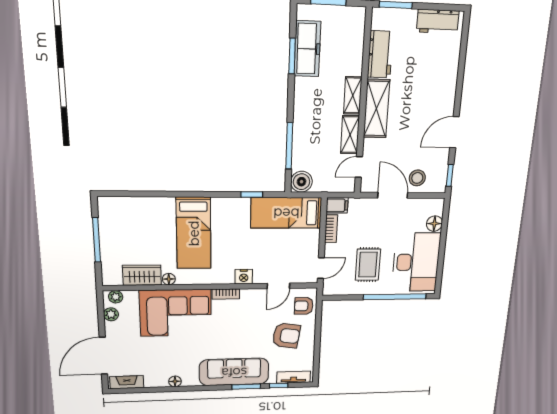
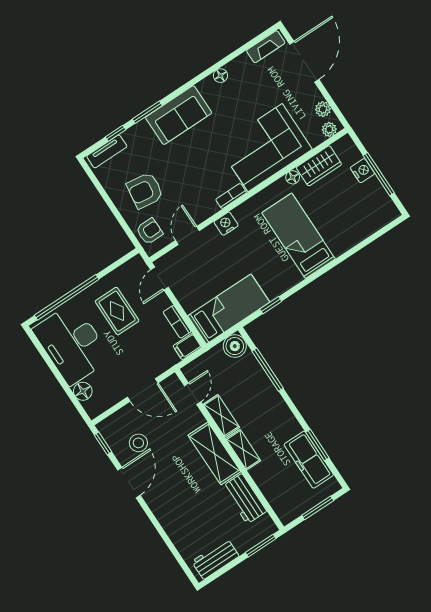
stool: (417, 178) -> (138, 443), moved
nightstand: (108, 251) -> (362, 171), added
sofa: (234, 372) -> (179, 115), width x0.73

